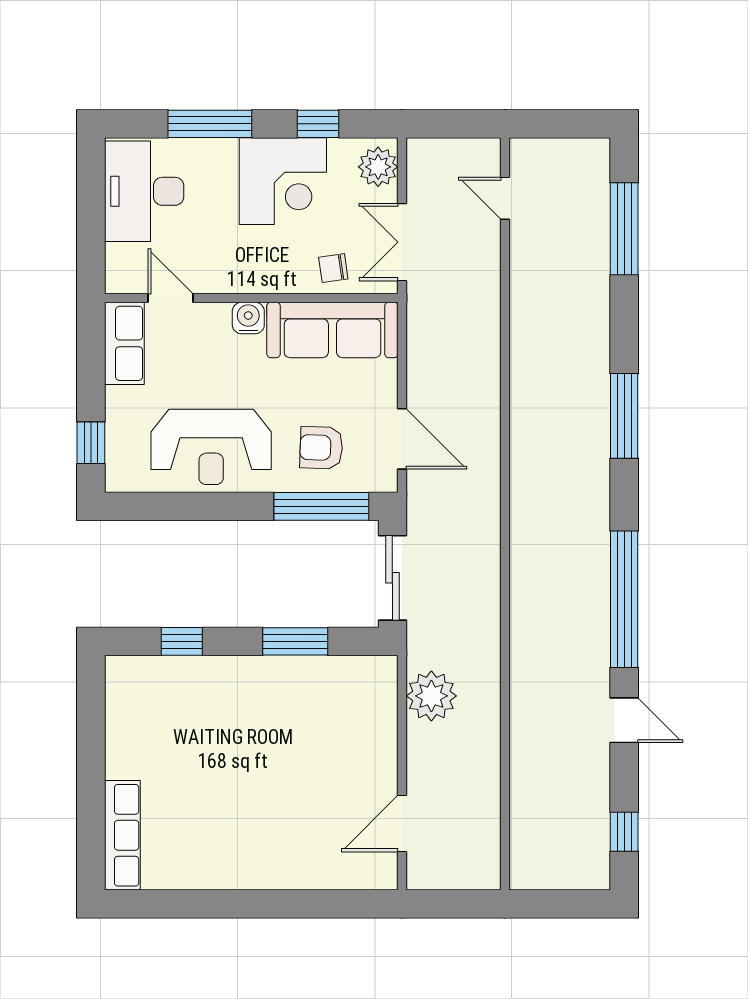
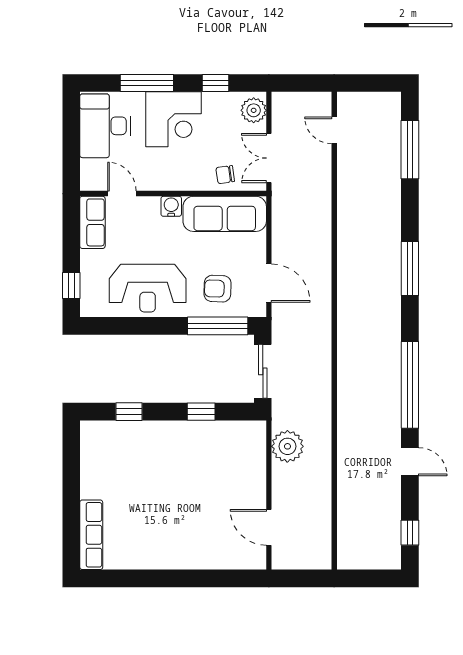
corner desk: (283, 181) -> (174, 119), moved
window: (295, 641) -> (201, 412), width x0.67
door: (402, 823) -> (269, 527), hinge flipped

